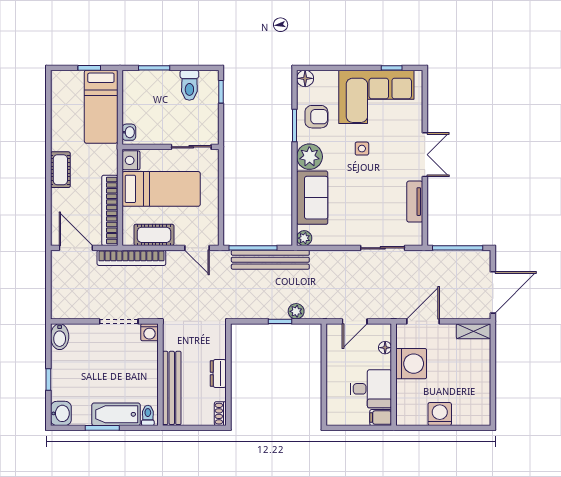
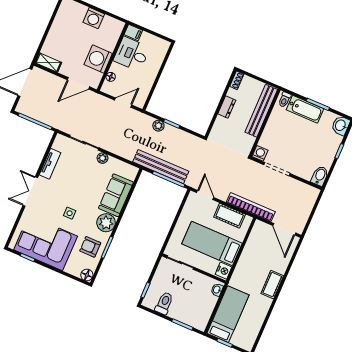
bookcase: (110, 210) -> (251, 244), removed
plant: (304, 238) -> (102, 158), moved

